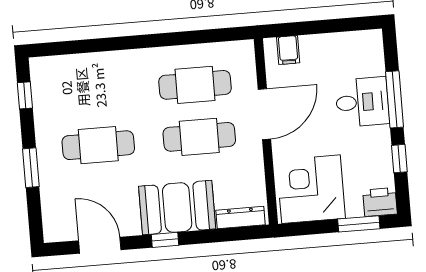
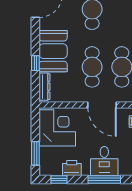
window: (399, 159) -> (59, 179), moved
printer: (380, 202) -> (72, 168), moved, turned -90
window: (165, 240) -> (35, 63), moved

